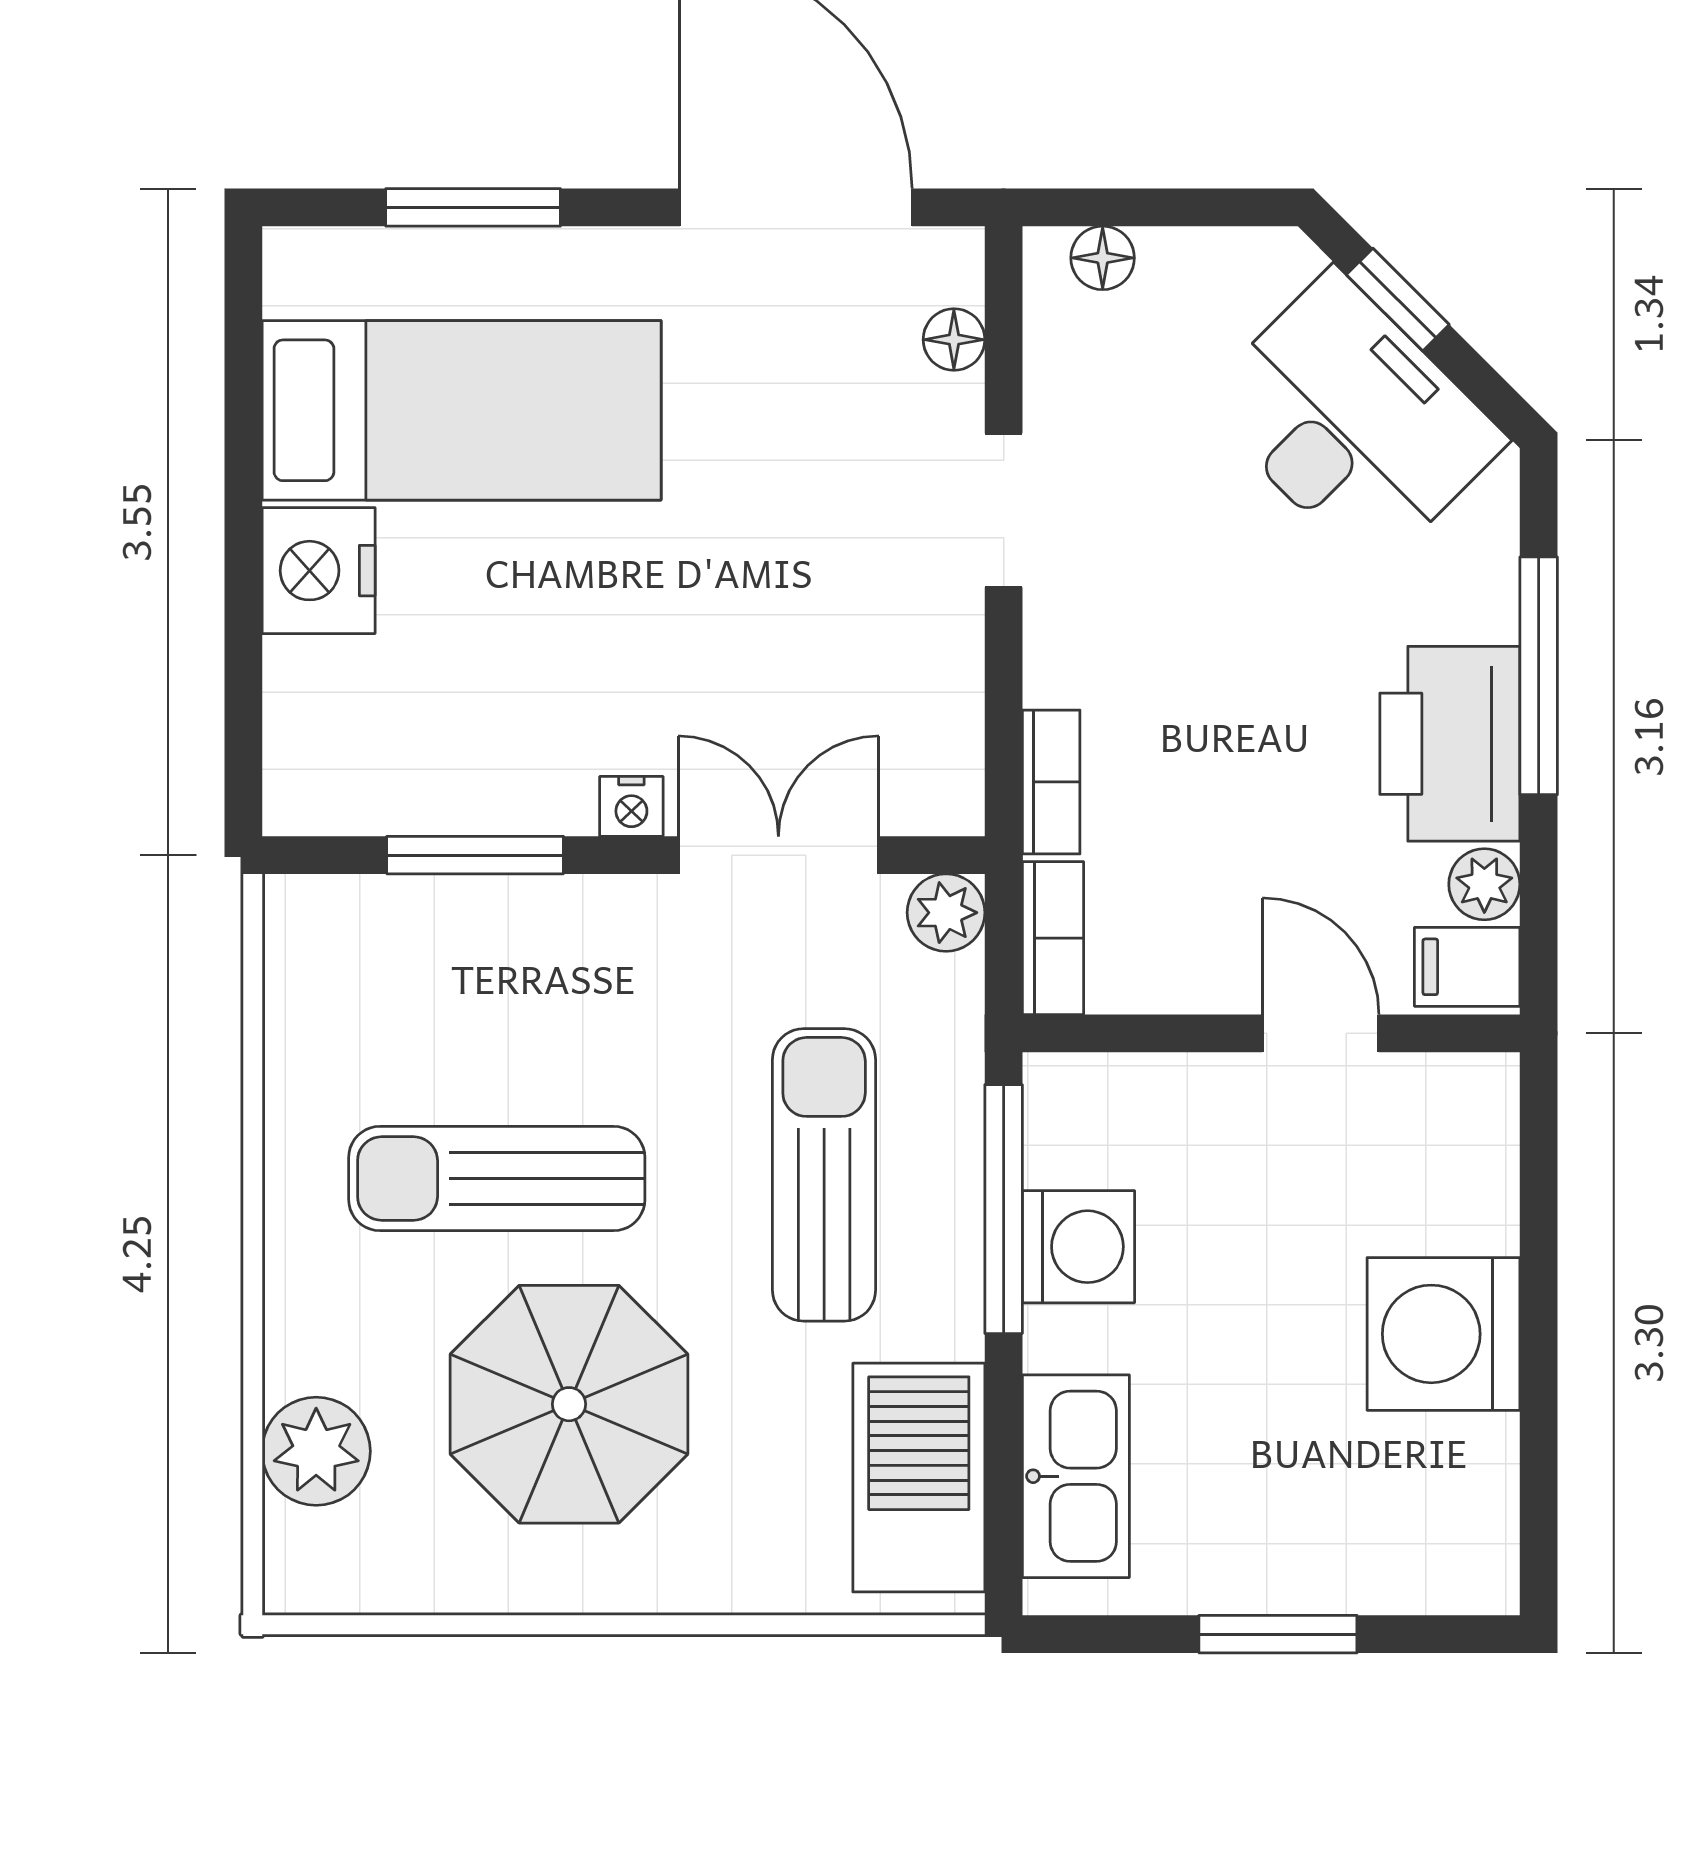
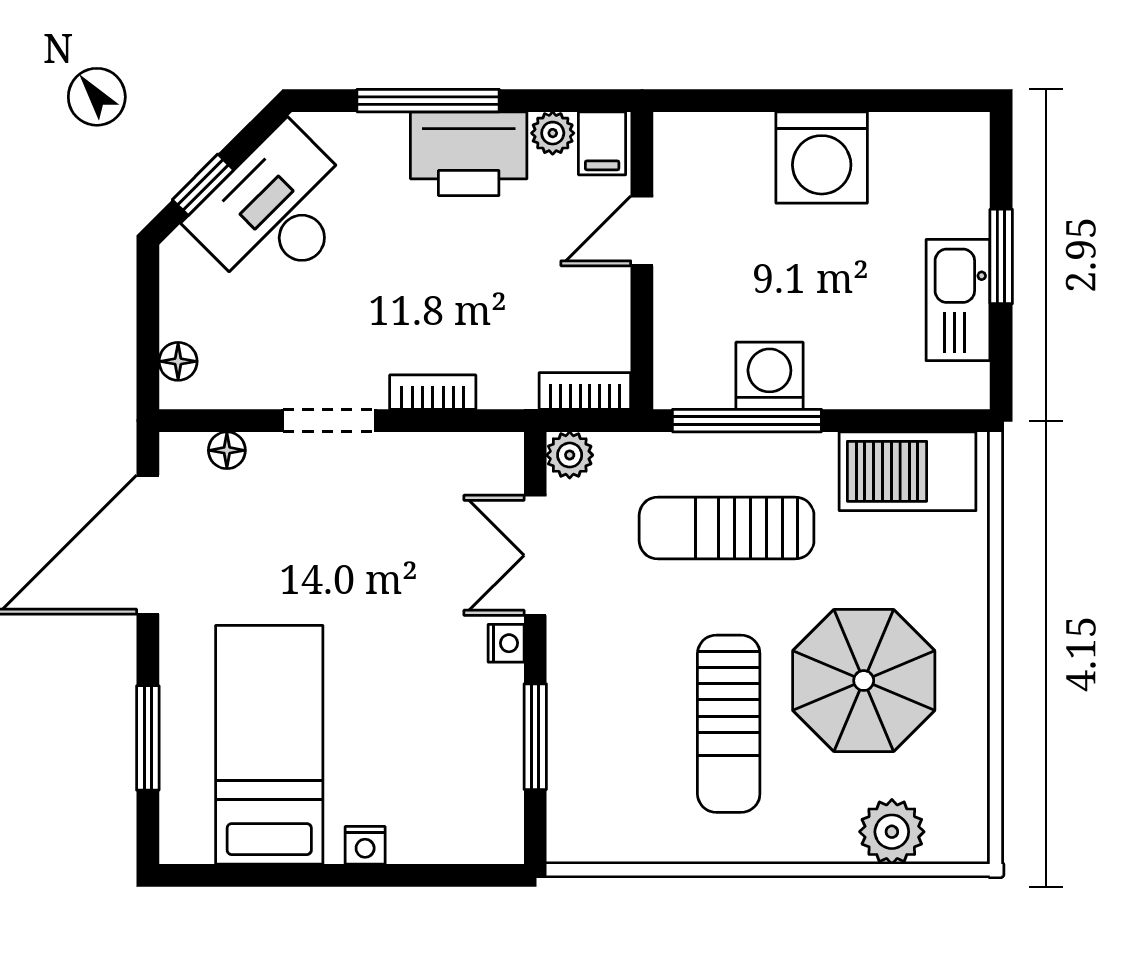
nightstand: (319, 571) -> (365, 845), width x0.53, depth x0.56
bookcase: (1051, 782) -> (433, 392), moved
kitchen sink: (1076, 1476) -> (958, 300), moved, turned -90

